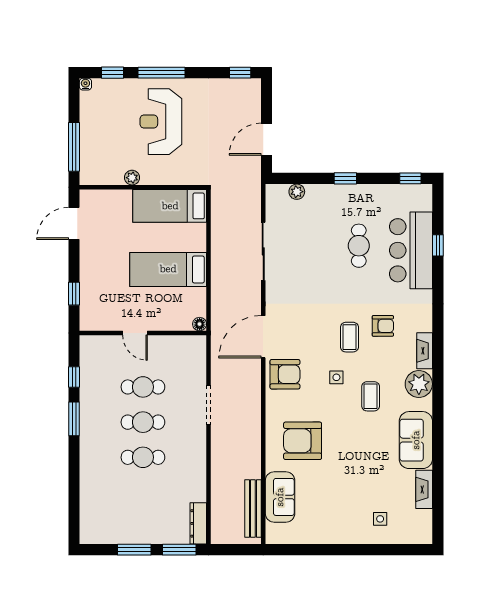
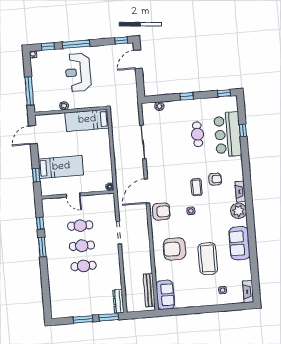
door: (267, 139) -> (138, 59), moved
bed: (168, 269) -> (61, 167), moved, turned 180
coffee table: (371, 396) -> (208, 259), moved, width x1.86, depth x1.72
fireplace: (424, 489) -> (248, 291), moved
sofa: (280, 497) -> (165, 295), moved

